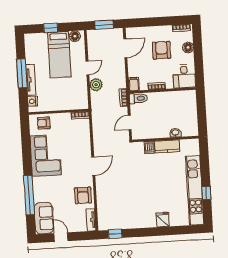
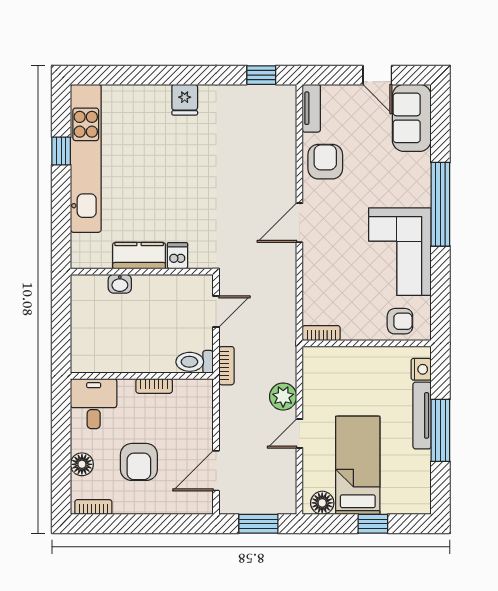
filing cabinet: (134, 84) -> (202, 393), removed
window: (29, 195) -> (440, 204), moved
fridge: (163, 220) -> (185, 100), moved

